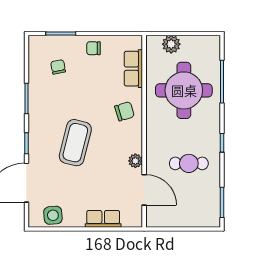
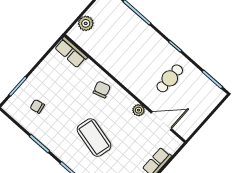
chair: (93, 48) -> (45, 74), removed
row of seats: (133, 69) -> (71, 52), moved
round table: (184, 90) -> (121, 41), removed

